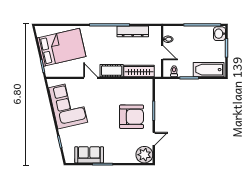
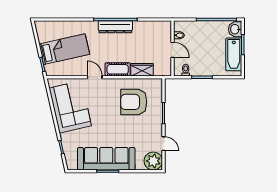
dresser: (133, 31) -> (115, 27), moved
bed: (62, 47) -> (64, 49), width x0.67
bathtub: (209, 70) -> (234, 54), moved, turned -90
wardrobe: (139, 71) -> (142, 70), width x0.67
armchair: (132, 117) -> (134, 102), moved, turned 180
door: (154, 139) -> (164, 144), hinge flipped
sofa: (89, 155) -> (106, 159), width x1.85, depth x1.27

